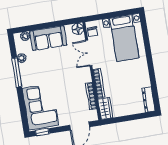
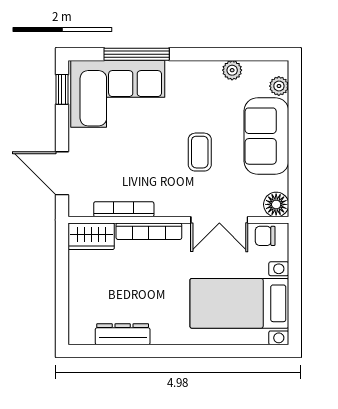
double door: (89, 53) -> (219, 220), swing flipped
coffee table: (60, 67) -> (200, 152), added
window: (17, 72) -> (137, 54), moved
dresser: (148, 100) -> (123, 334), moved

